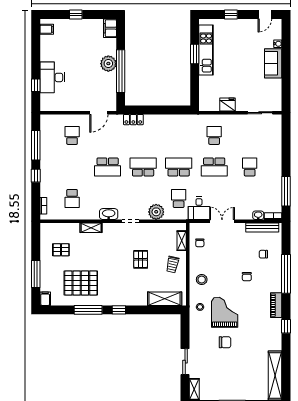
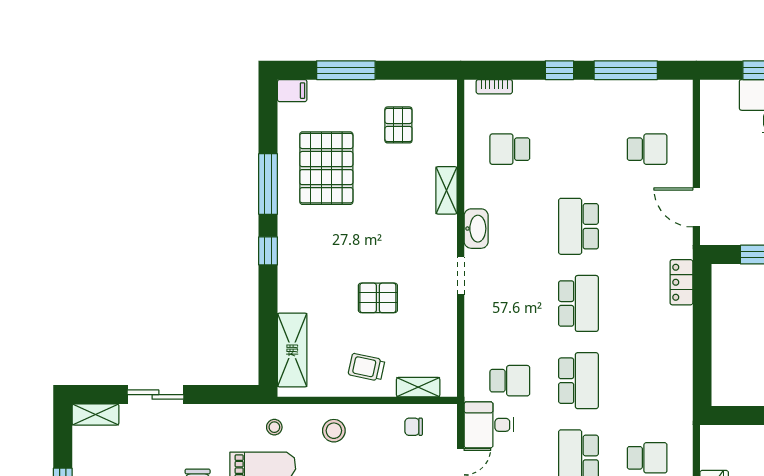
plant: (156, 212) -> (481, 332), removed

